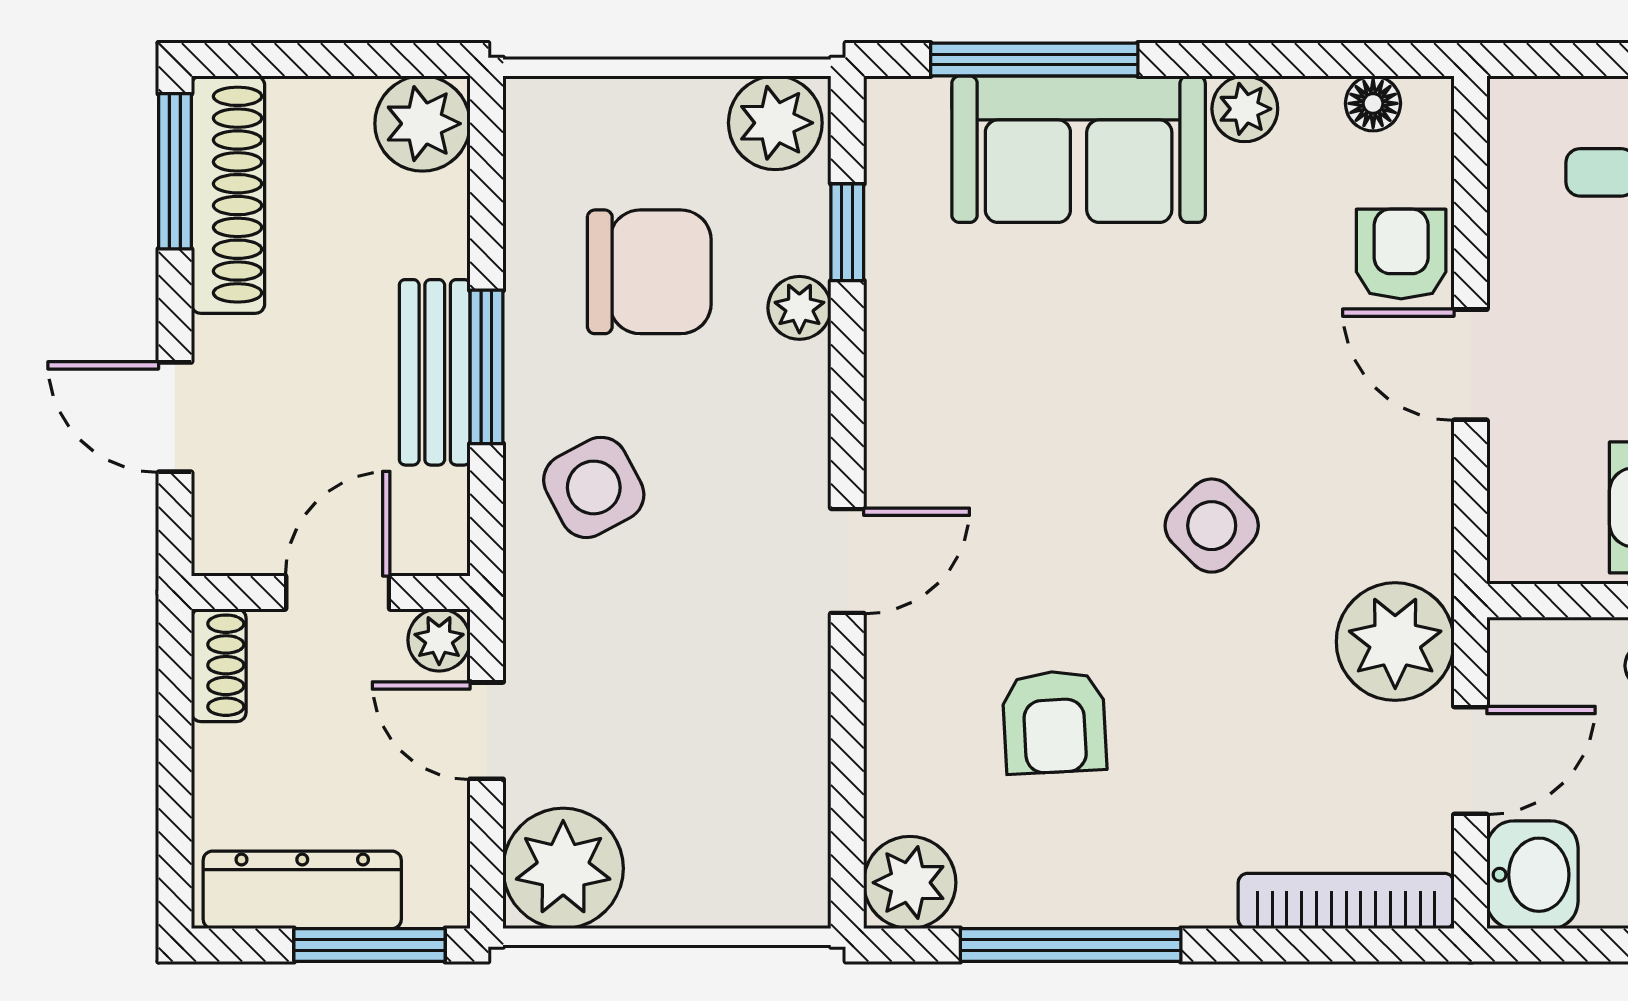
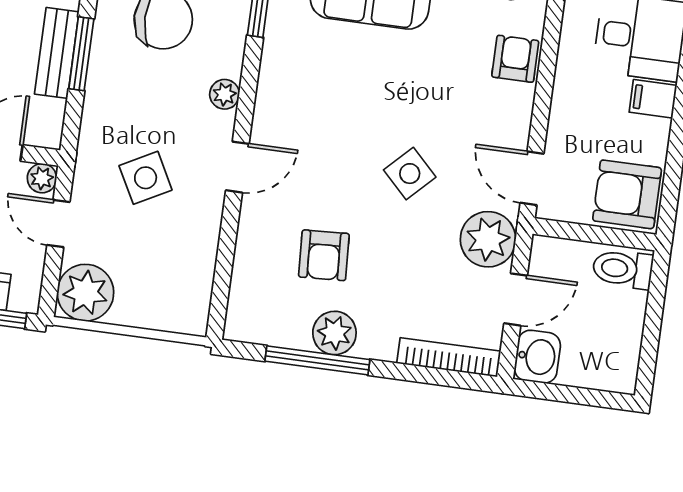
plant: (799, 308) -> (225, 94), moved
door: (1470, 365) -> (532, 178), moved
side table: (594, 487) -> (146, 178), moved
plant: (910, 883) -> (334, 333), moved

